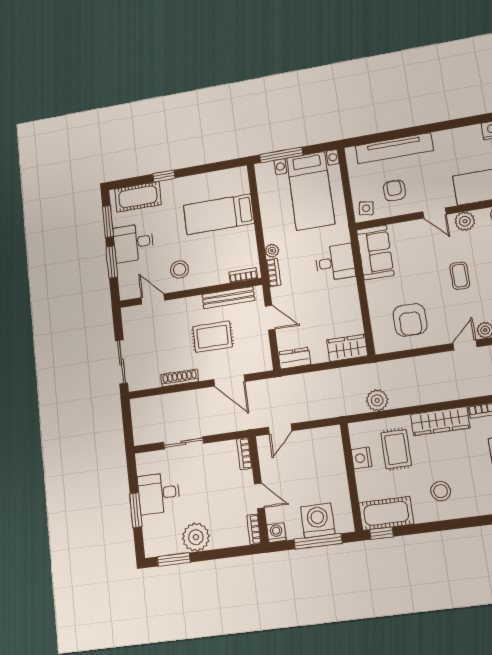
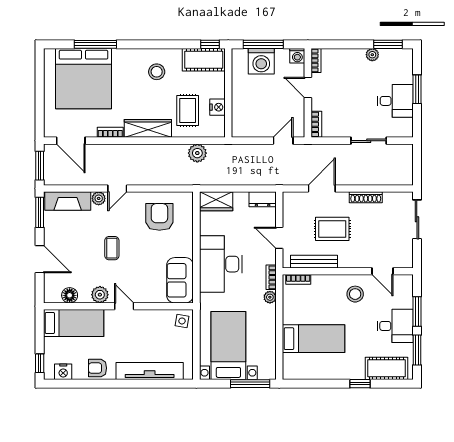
armchair: (394, 190) -> (98, 368), moved, turned 90
desk: (335, 262) -> (221, 264), width x1.87, depth x1.30
door: (229, 380) -> (322, 188), hinge flipped
plant: (196, 537) -> (372, 55), width x0.53, depth x0.53

